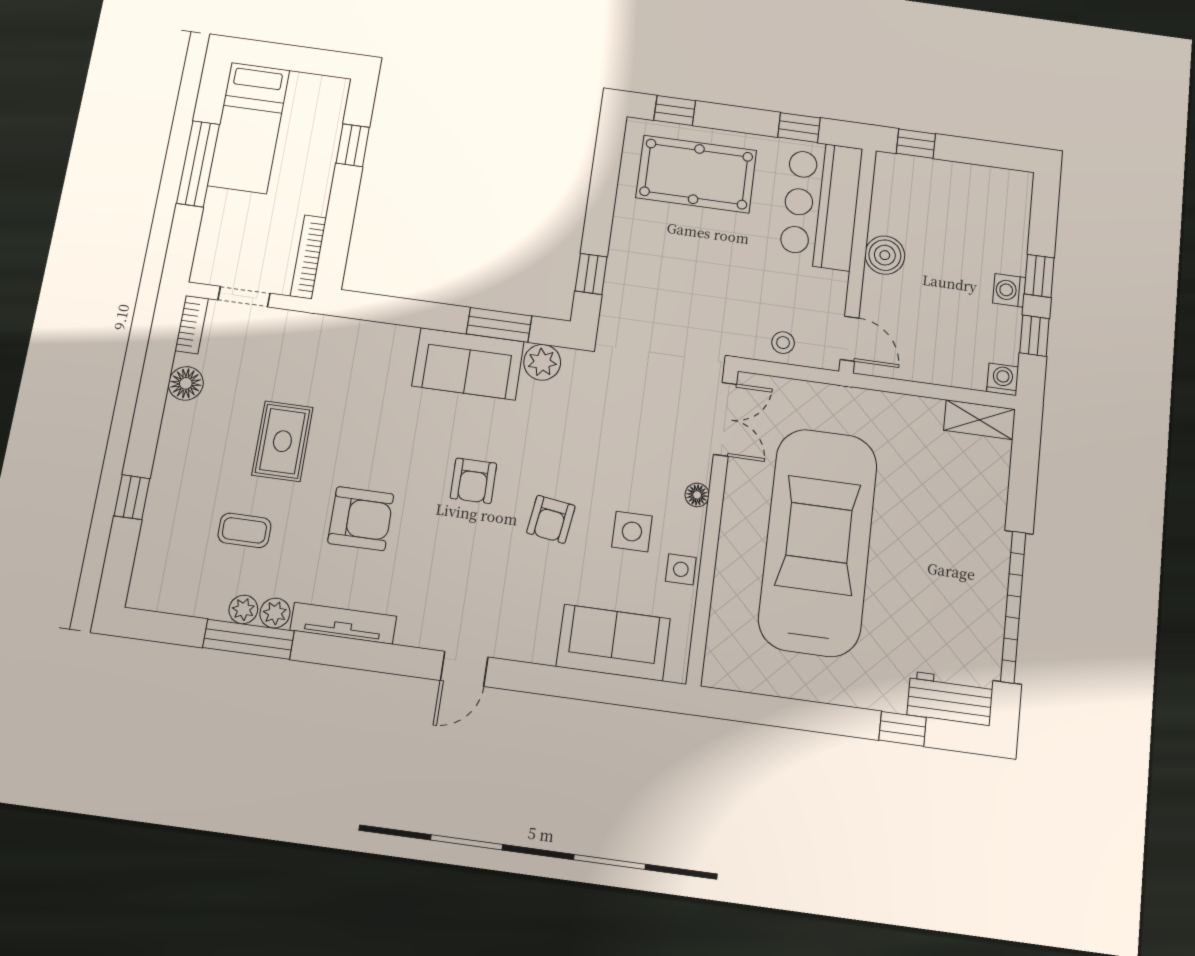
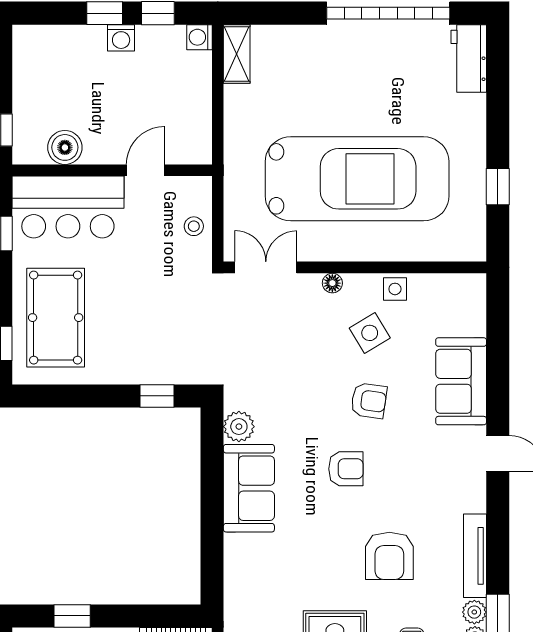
boiler: (885, 255) -> (65, 147), moved
window: (499, 325) -> (212, 467), removed
door: (850, 339) -> (146, 170), moved
armchair: (361, 519) -> (389, 556), turned 180
side table: (632, 532) -> (370, 333), turned -31
car: (818, 542) -> (357, 179), turned 180
sofa: (613, 643) -> (461, 381), moved
window: (902, 729) -> (498, 187), moved

